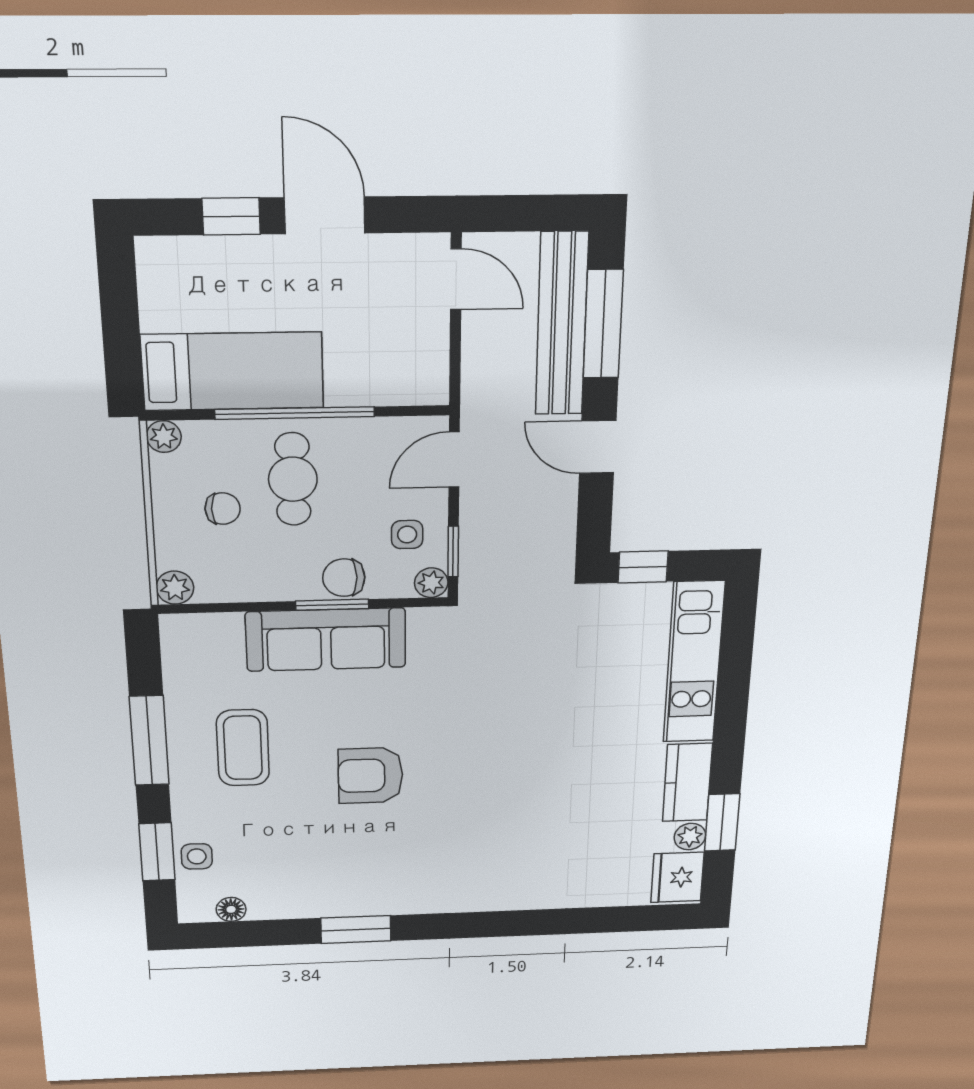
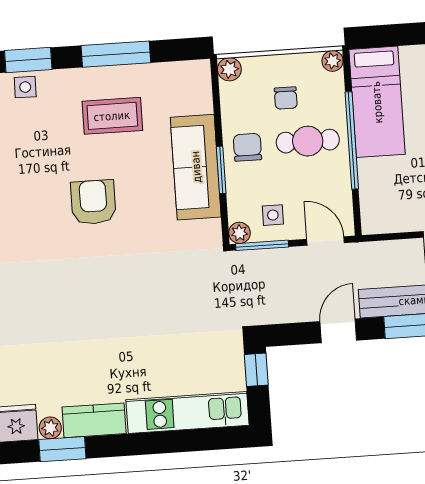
window: (453, 552) -> (262, 245), width x1.50
chair: (344, 578) -> (247, 147), moved

